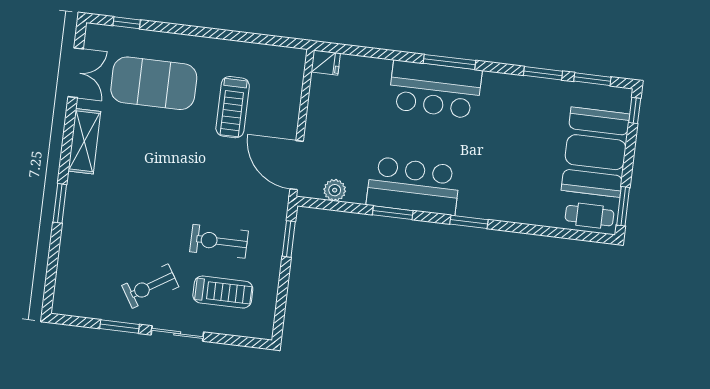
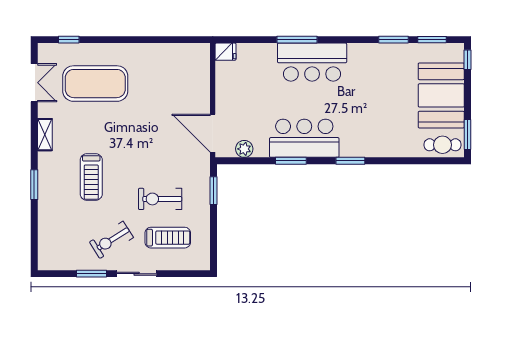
window: (449, 62) -> (297, 40), moved
treadmill: (233, 107) -> (91, 177), moved
shelving: (84, 141) -> (45, 135), width x0.67, depth x0.75

